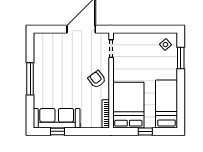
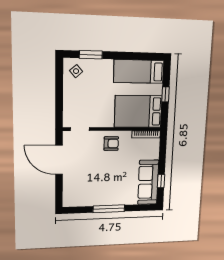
armchair: (97, 79) -> (111, 144), turned -143

